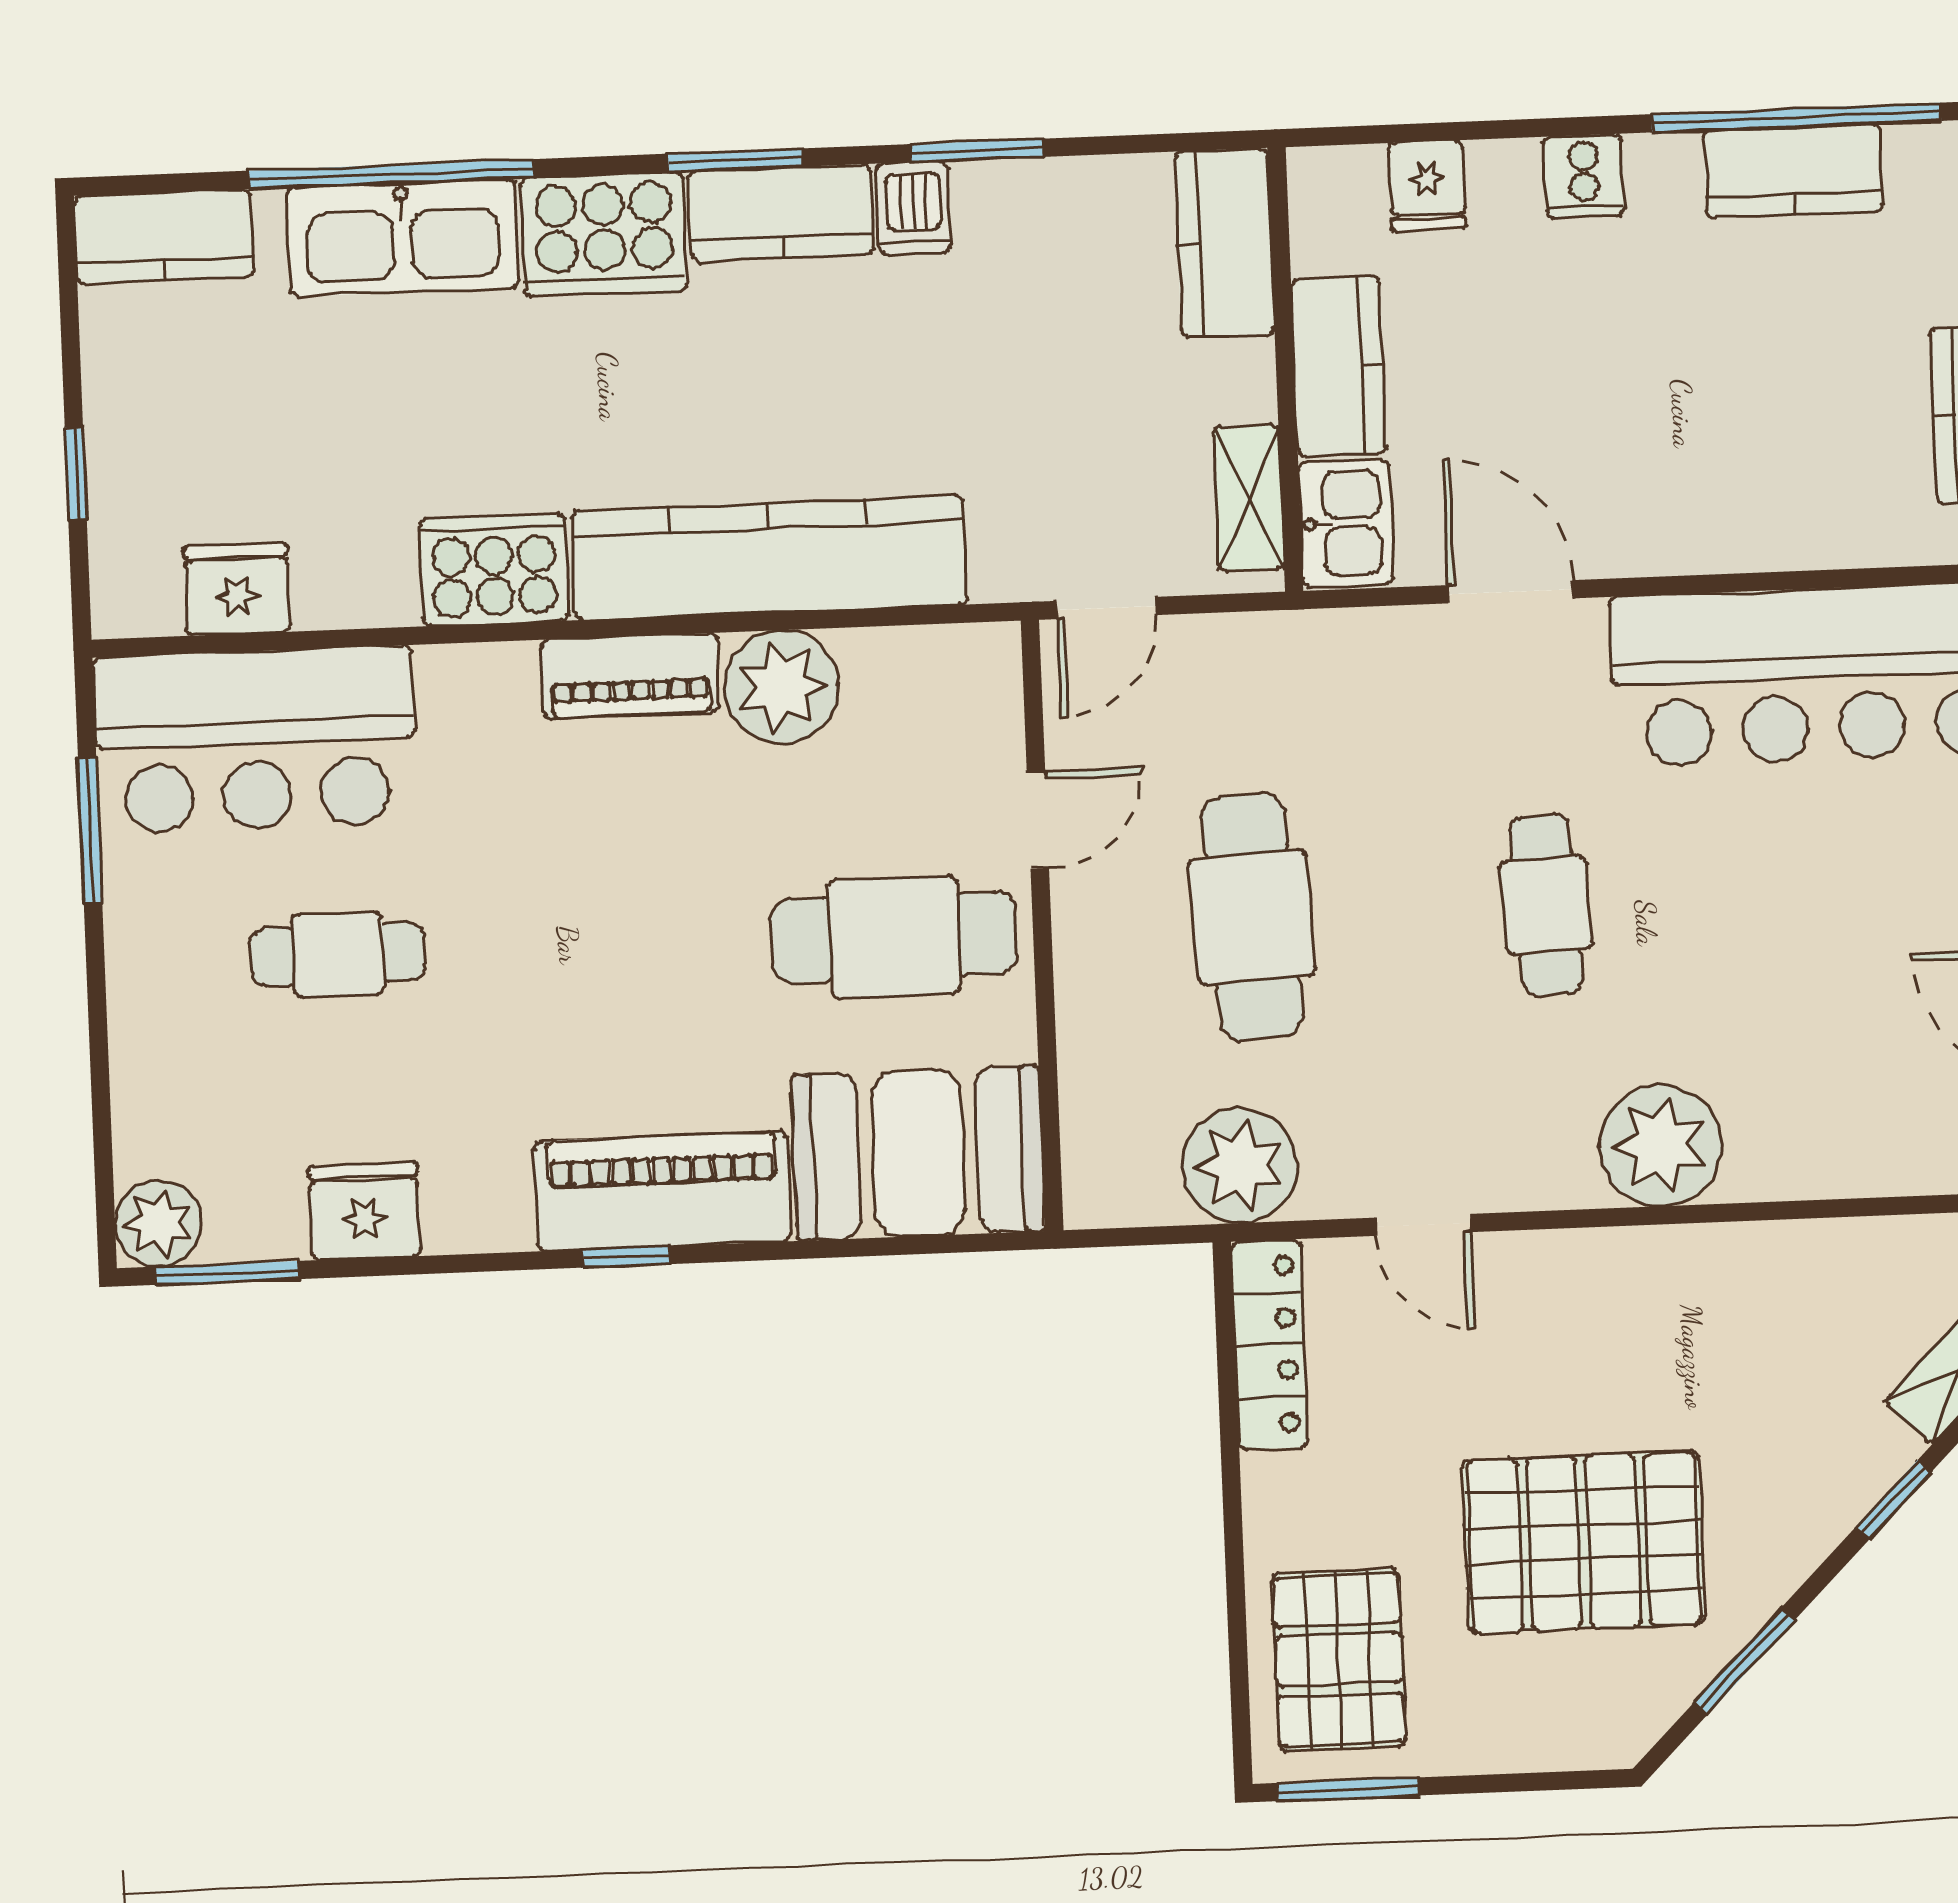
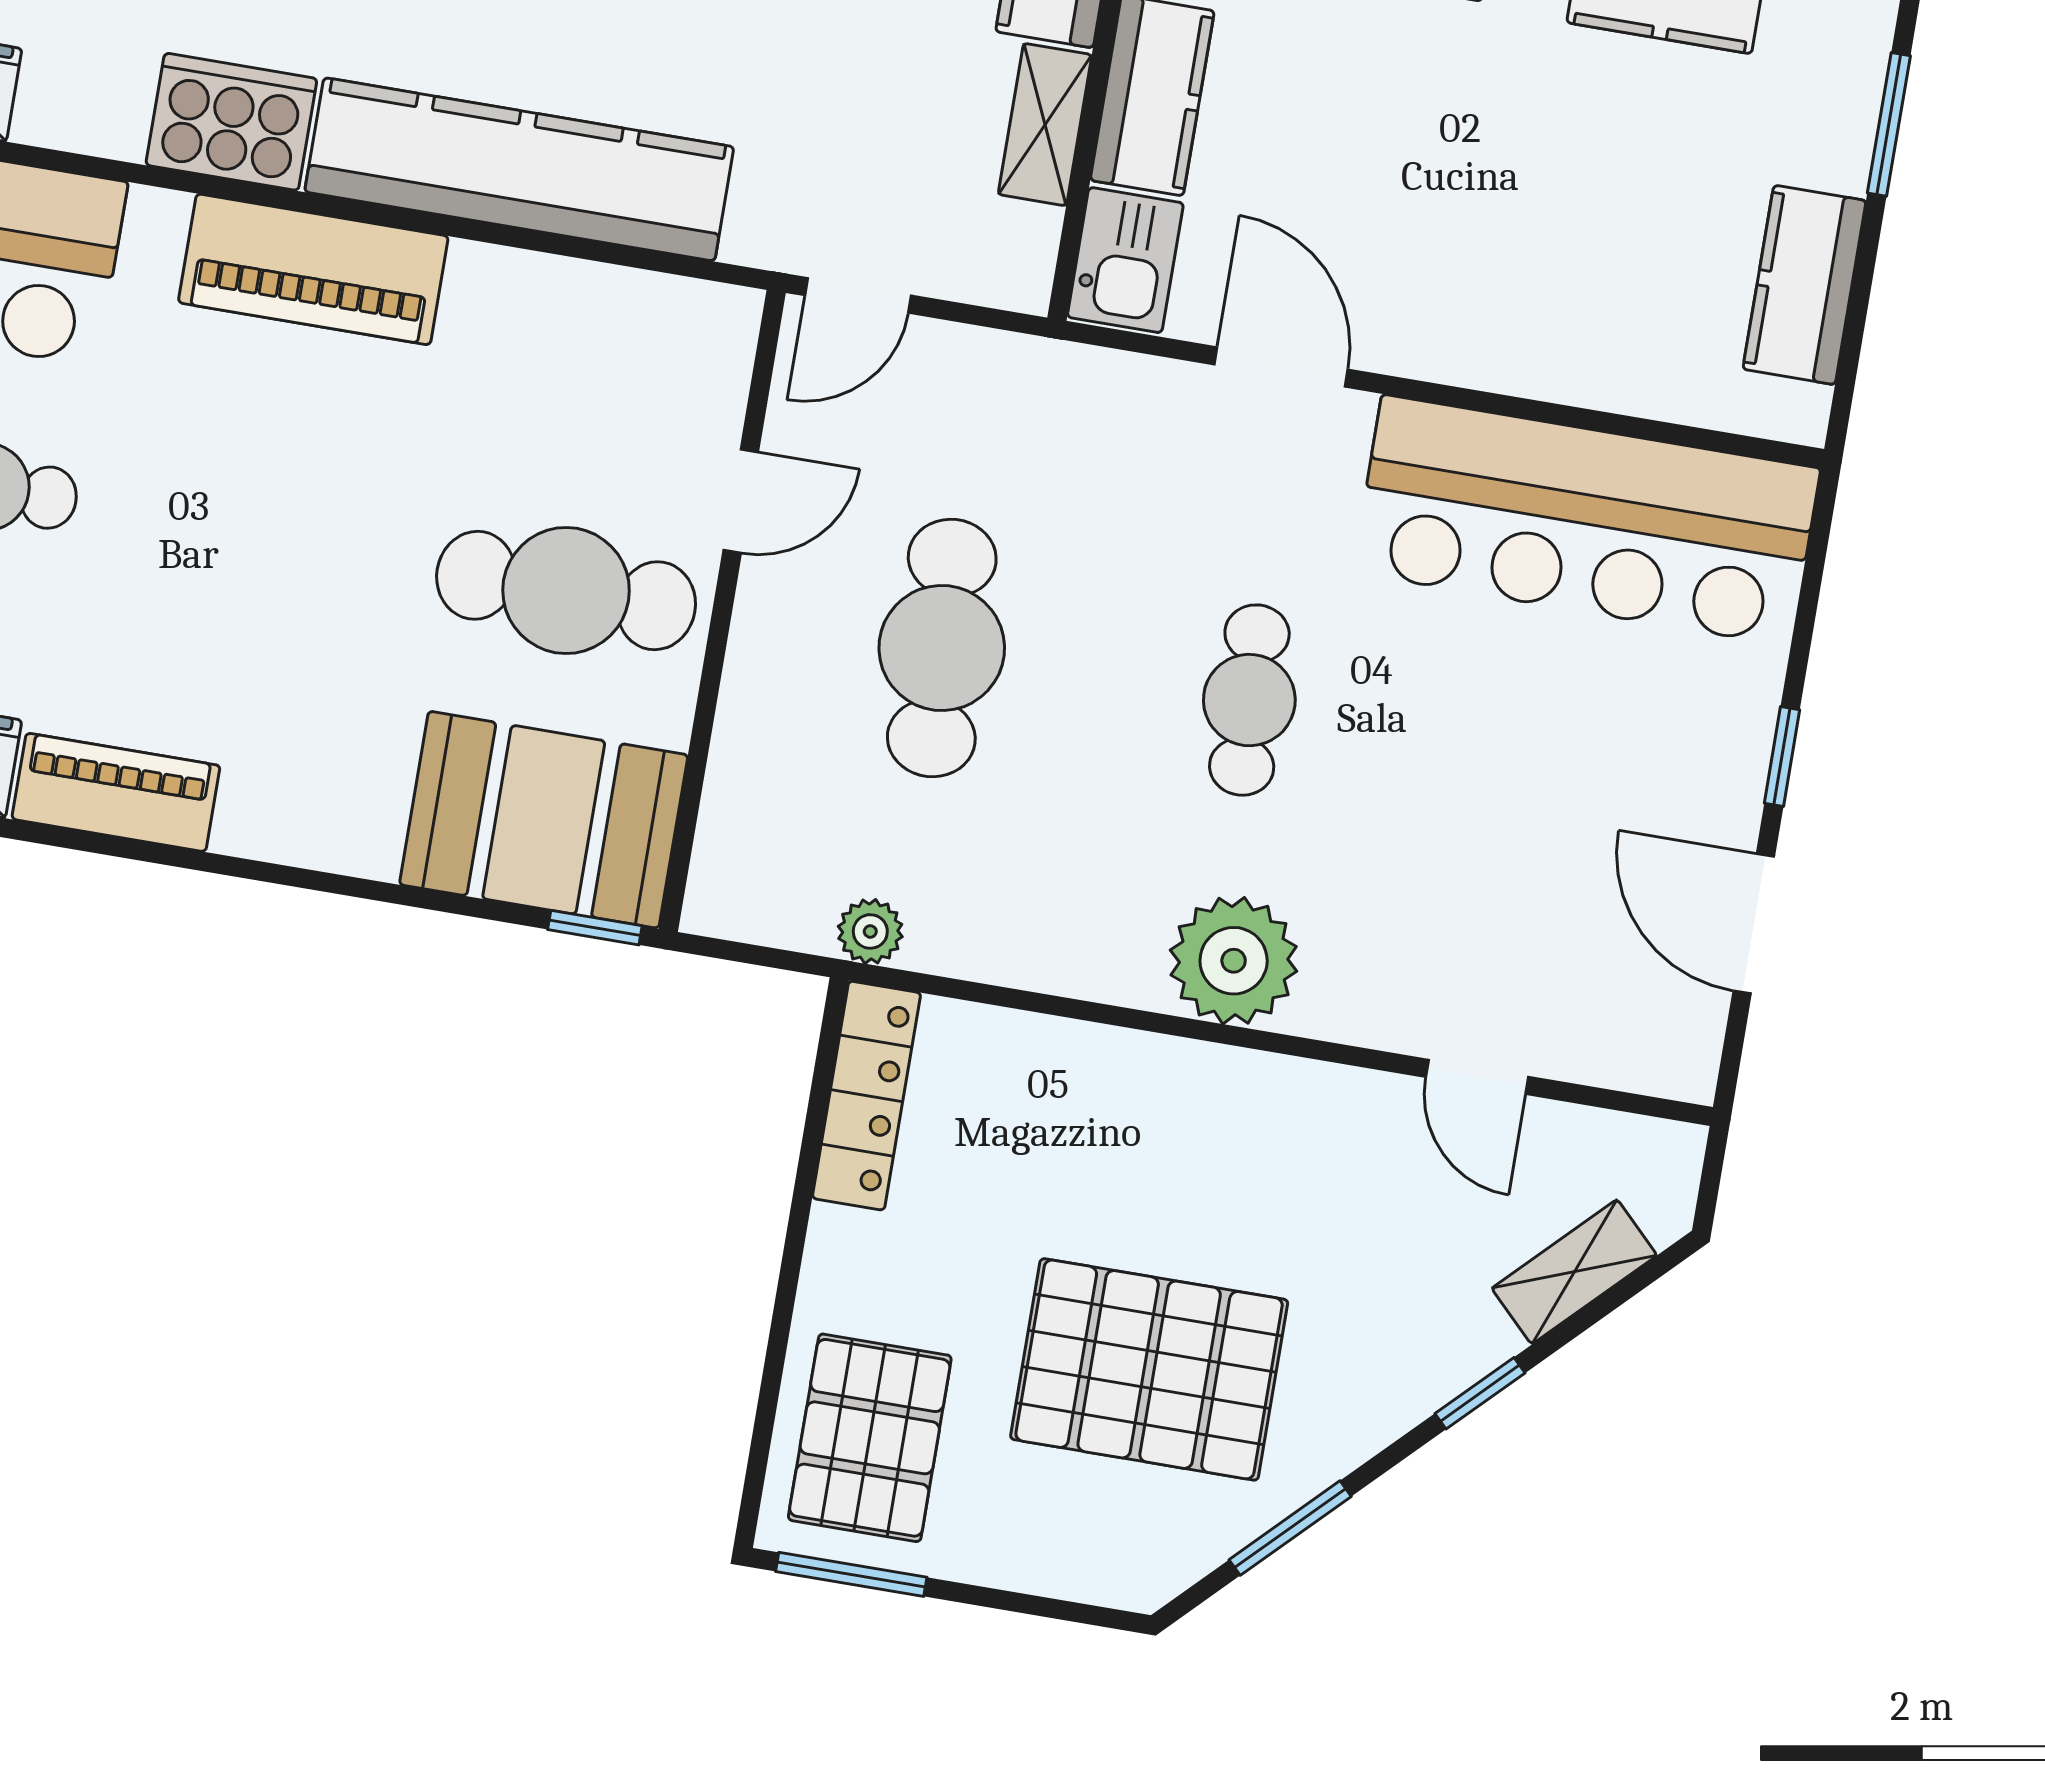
shelving: (1249, 498) -> (1045, 125), moved
piano: (630, 676) -> (313, 269), width x1.37, depth x1.33
plant: (782, 687) -> (504, 306), removed
plant: (1660, 1146) -> (1234, 961), moved
plant: (1240, 1166) -> (870, 931), width x0.53, depth x0.53
piano: (663, 1191) -> (116, 792), moved, width x0.73, depth x0.75
door: (1423, 1225) -> (1477, 1077), moved
window: (626, 1257) -> (595, 928), moved

